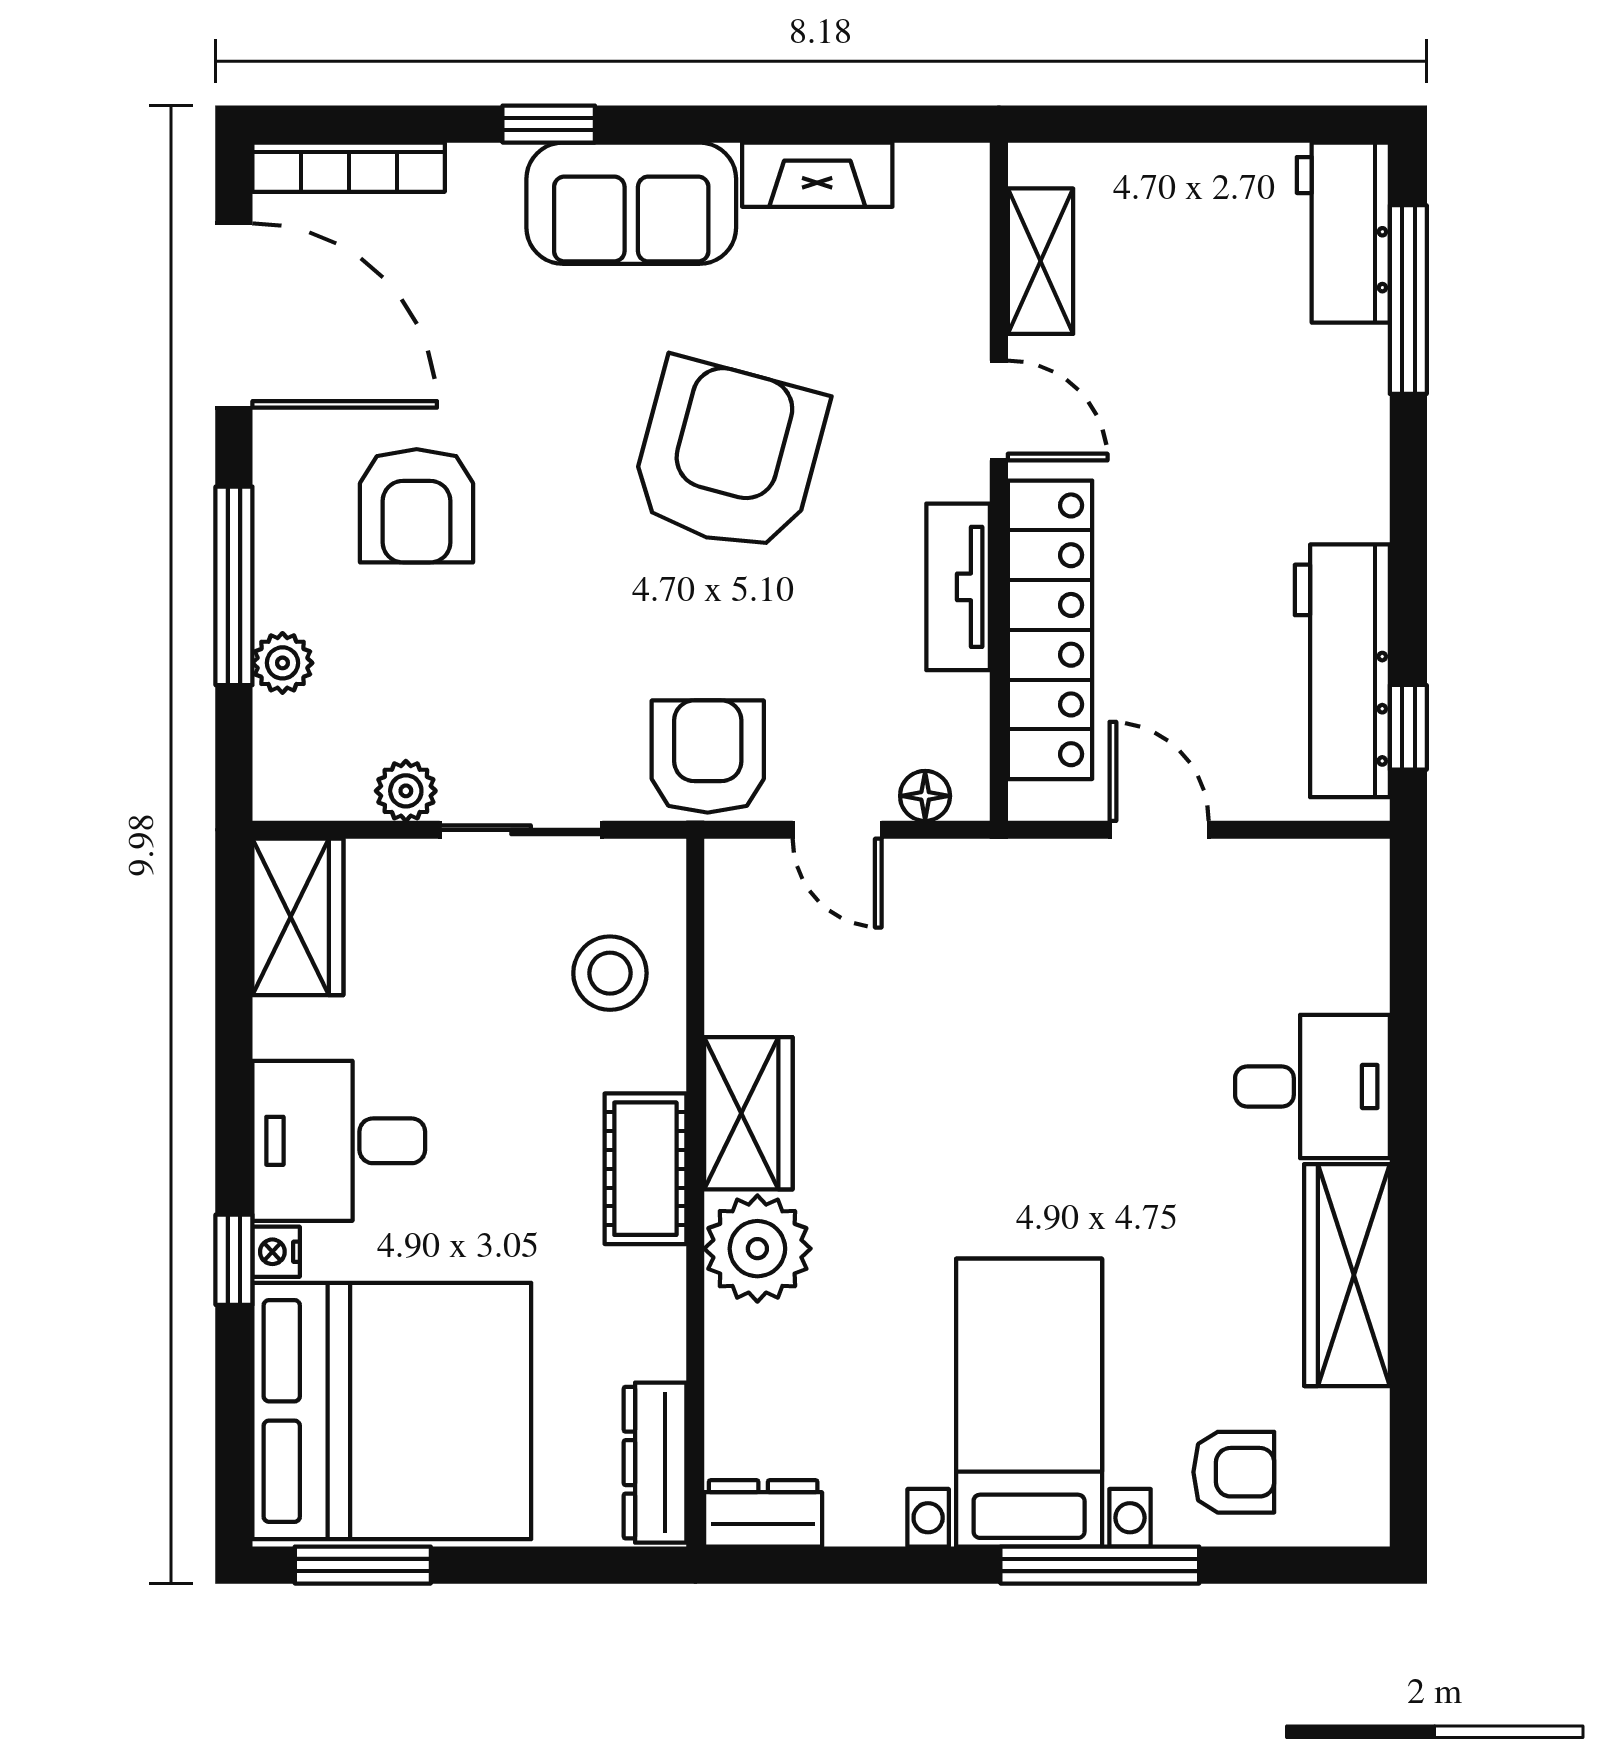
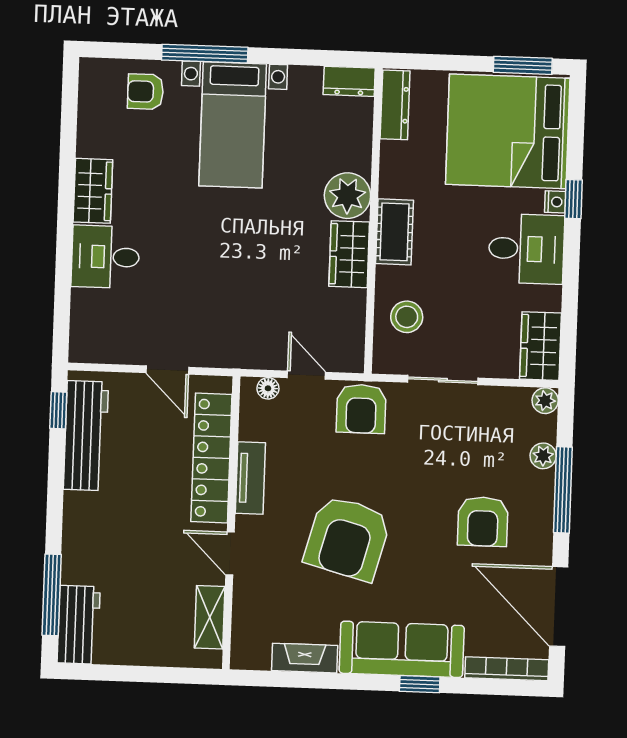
sofa: (631, 203) -> (402, 649), width x1.36
armchair: (417, 506) -> (483, 522), turned 180
plant: (406, 791) -> (545, 401), moved
wardrobe: (1347, 1275) -> (93, 191), width x0.67

